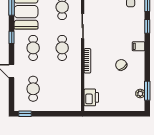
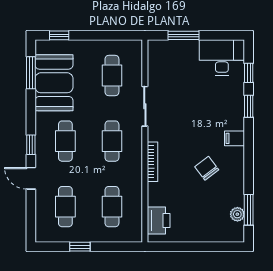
window: (12, 37) -> (31, 145), moved
cafe table: (62, 89) -> (112, 207), added
window: (25, 114) -> (80, 247), moved

